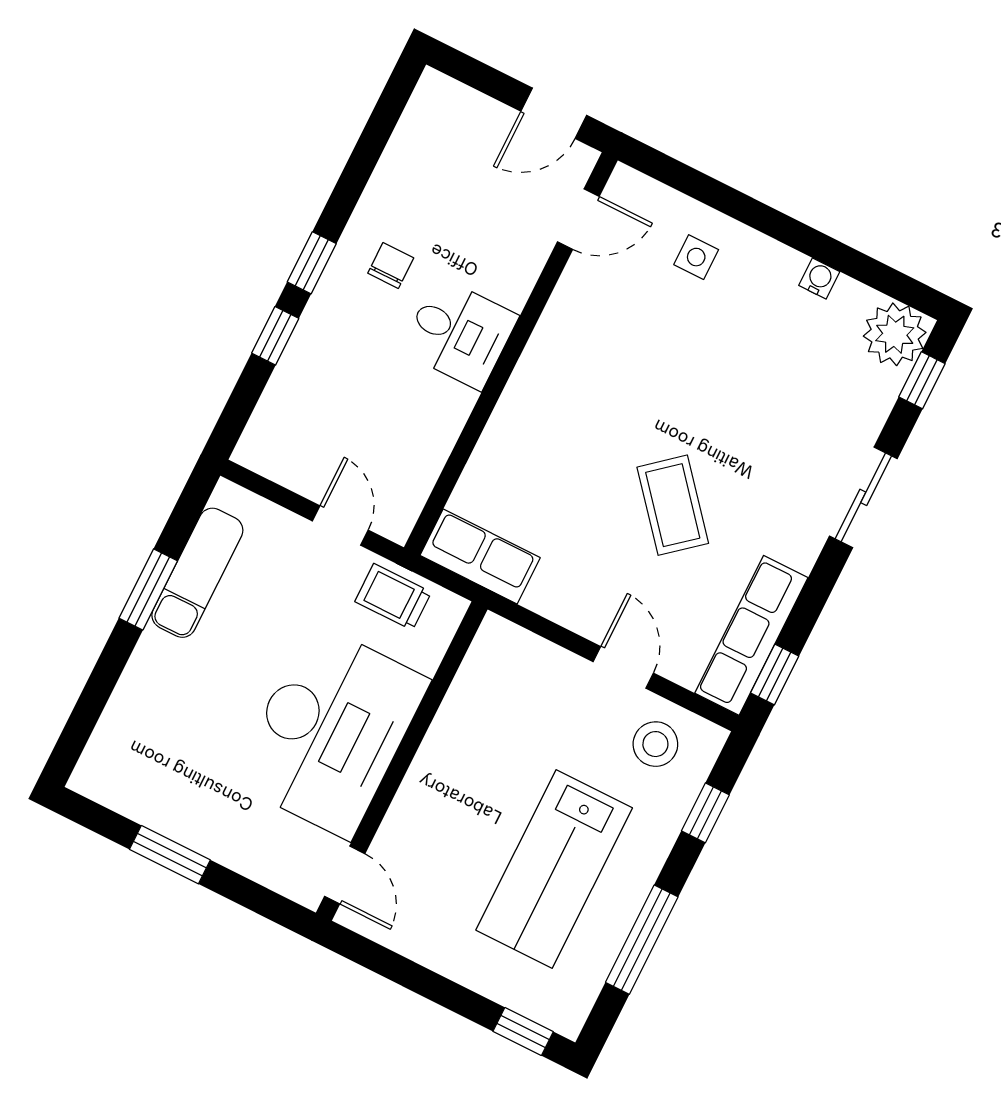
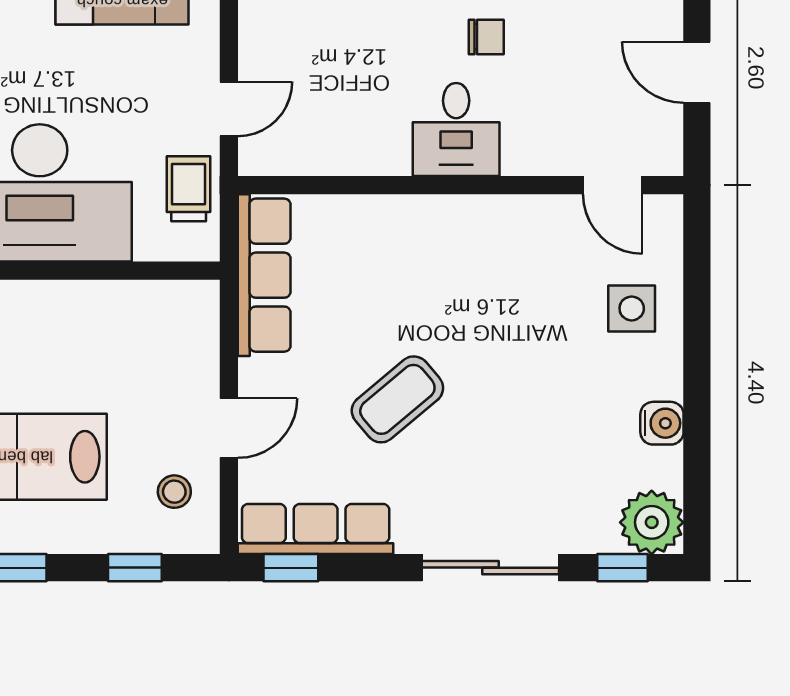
door: (554, 113) -> (697, 72), moved
side table: (696, 257) -> (632, 308), width x1.37, depth x1.37
water cooler: (819, 279) -> (662, 423), width x1.38, depth x1.38
sliding door: (863, 497) -> (490, 568), width x1.37
row of seats: (480, 557) -> (264, 275), width x1.48
stool: (655, 744) -> (174, 492), width x0.73, depth x0.73

